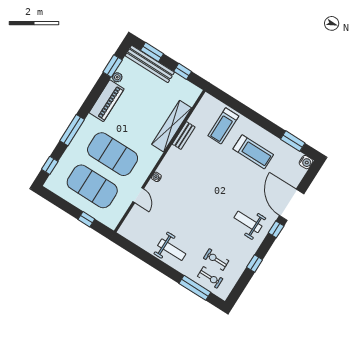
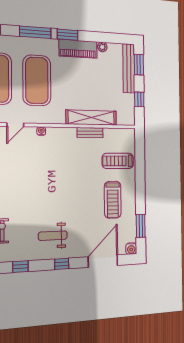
window: (113, 66) -> (68, 35), moved
door: (292, 205) -> (103, 261), moved
weight bench: (248, 222) -> (53, 236), turned -90

